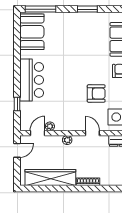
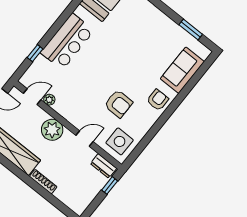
window: (87, 9) -> (191, 29), moved
door: (92, 133) -> (85, 139), hinge flipped
plant: (67, 140) -> (52, 130), width x1.87, depth x1.87

